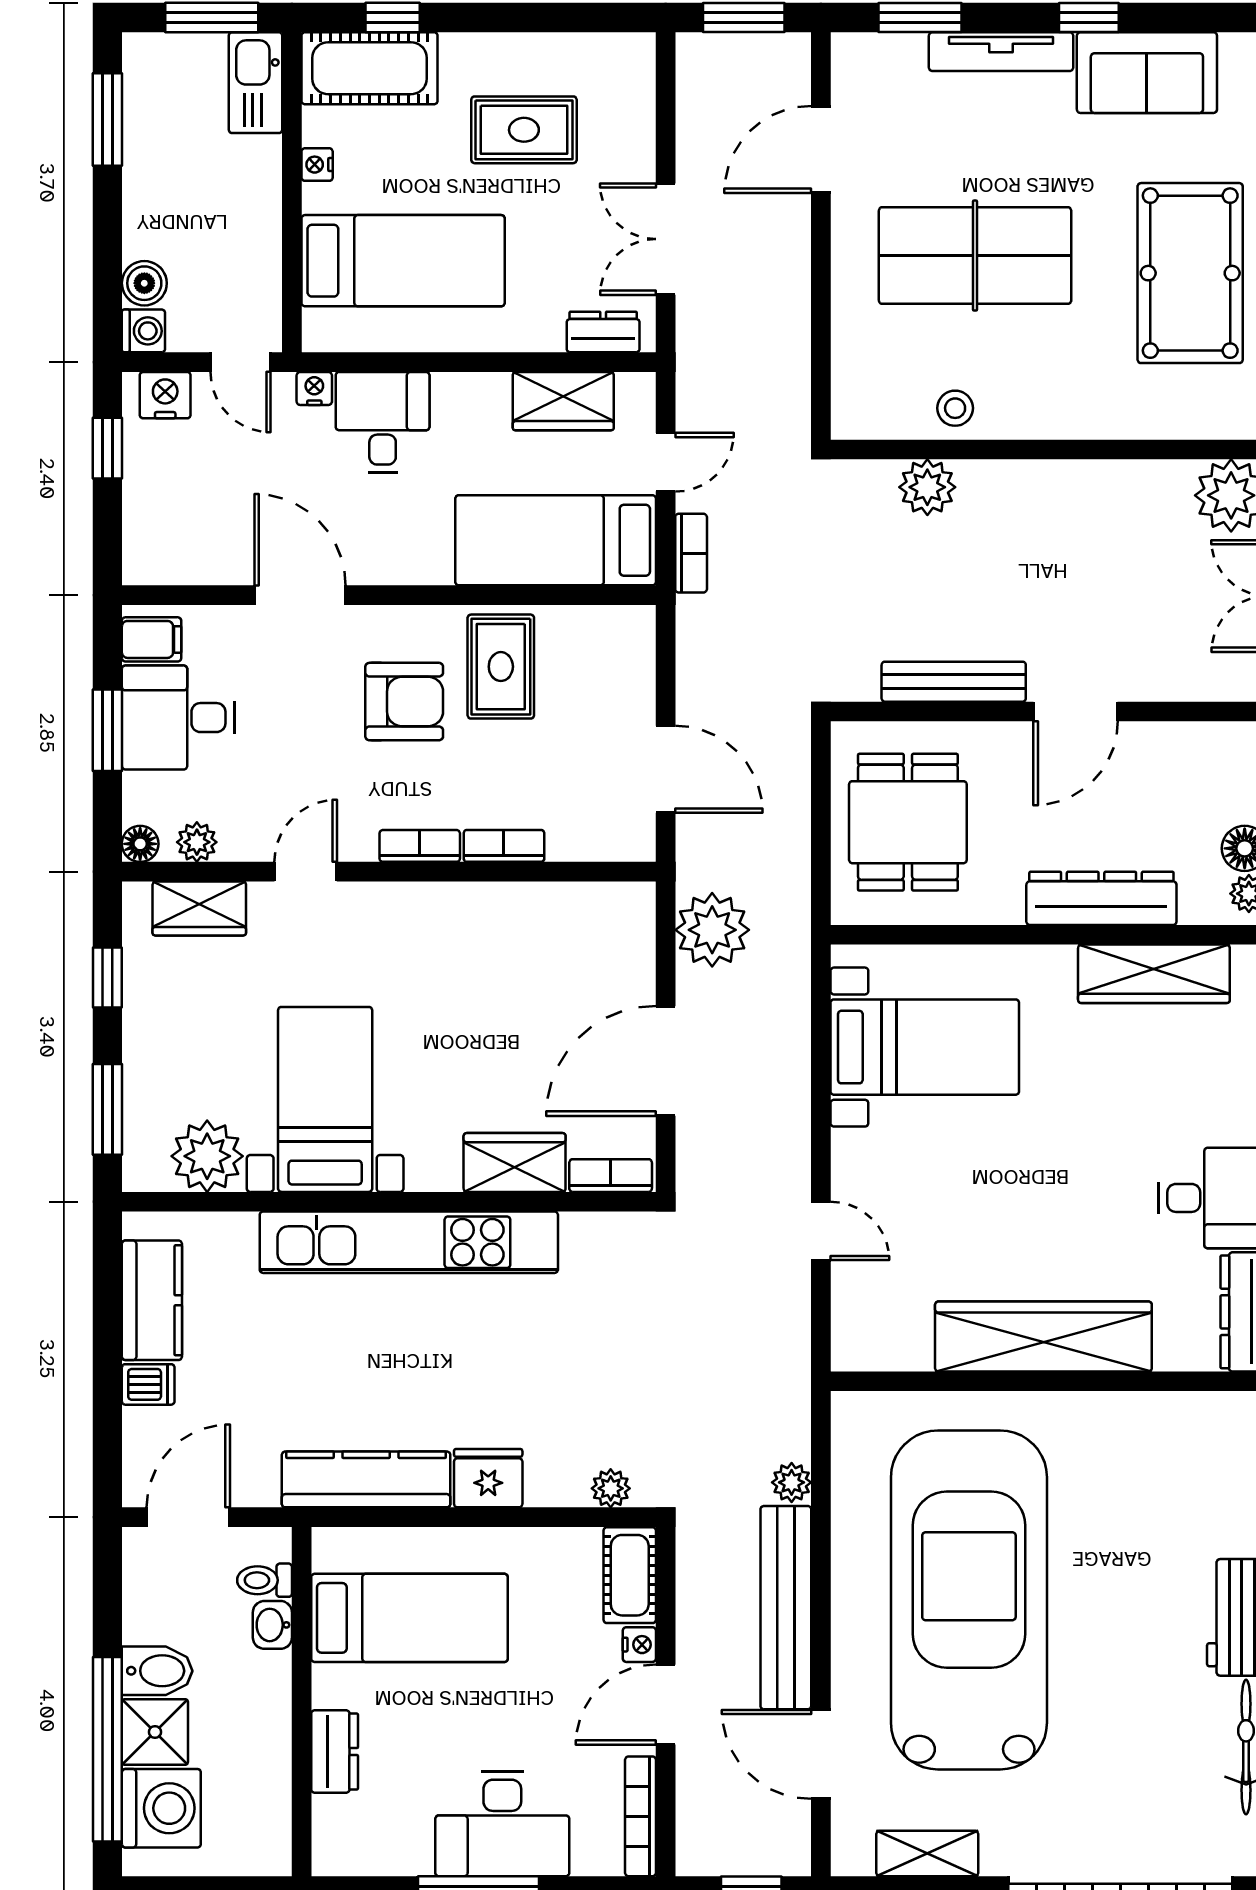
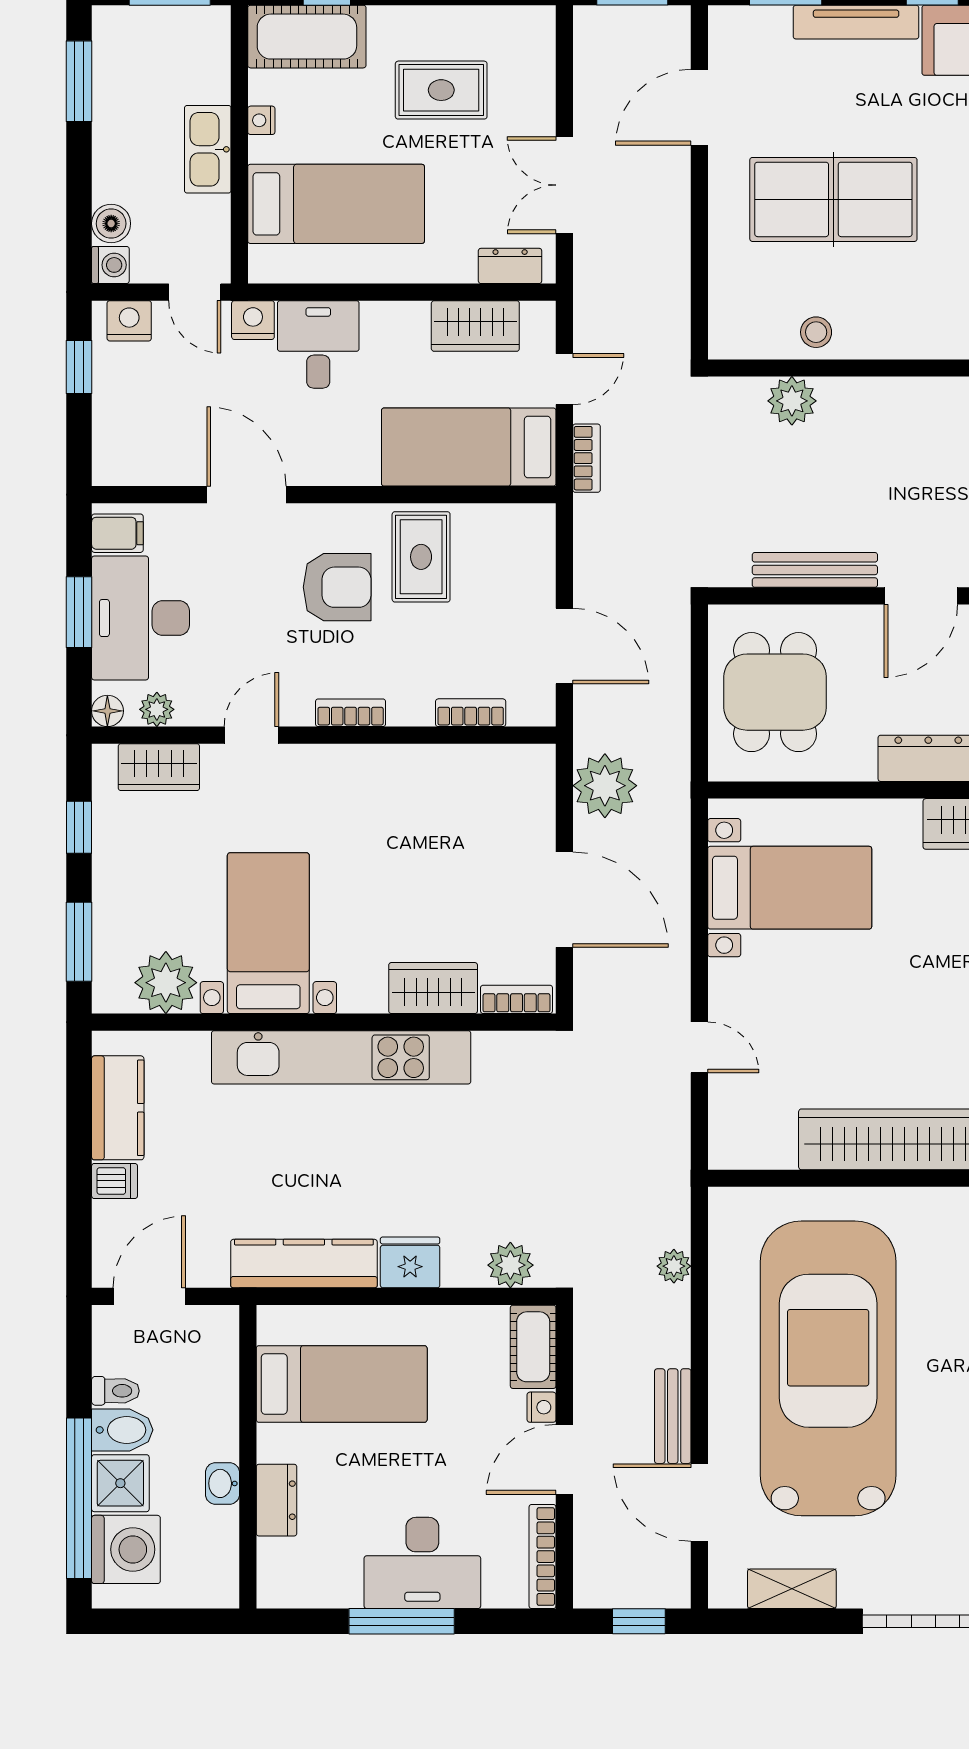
kitchen sink: (255, 83) -> (208, 149), moved
nightstand: (314, 388) -> (253, 320), width x1.39, depth x1.35
desk: (178, 718) -> (141, 618), width x1.37
bookcase: (504, 846) -> (471, 713), moved
door: (666, 1061) -> (564, 900), swing flipped
plant: (611, 1488) -> (510, 1265), width x1.38, depth x1.38
toilet: (265, 1580) -> (115, 1391), moved, turned 180
bench: (786, 1608) -> (673, 1416), width x0.54, depth x0.82
washbasin: (272, 1625) -> (222, 1483), moved

